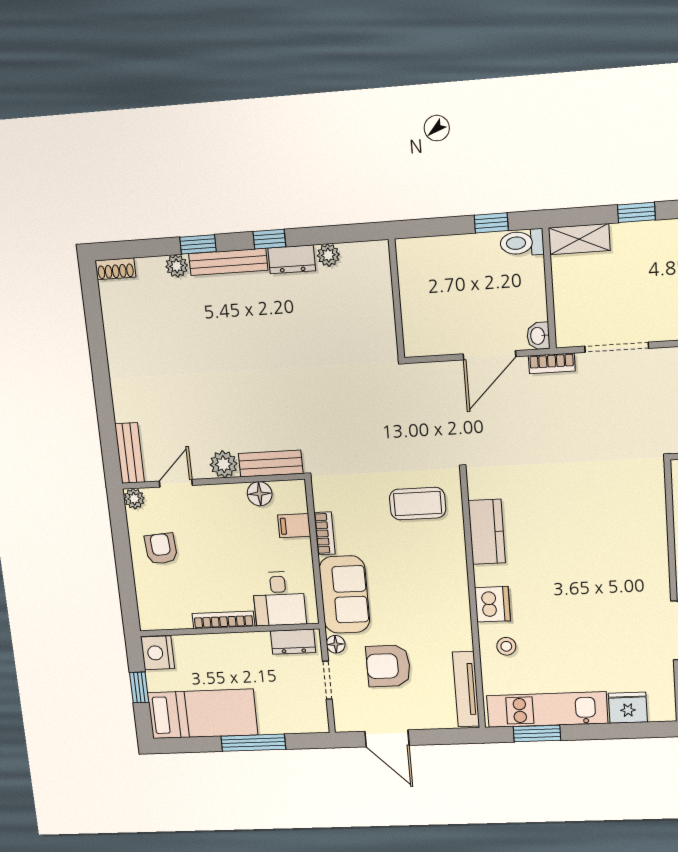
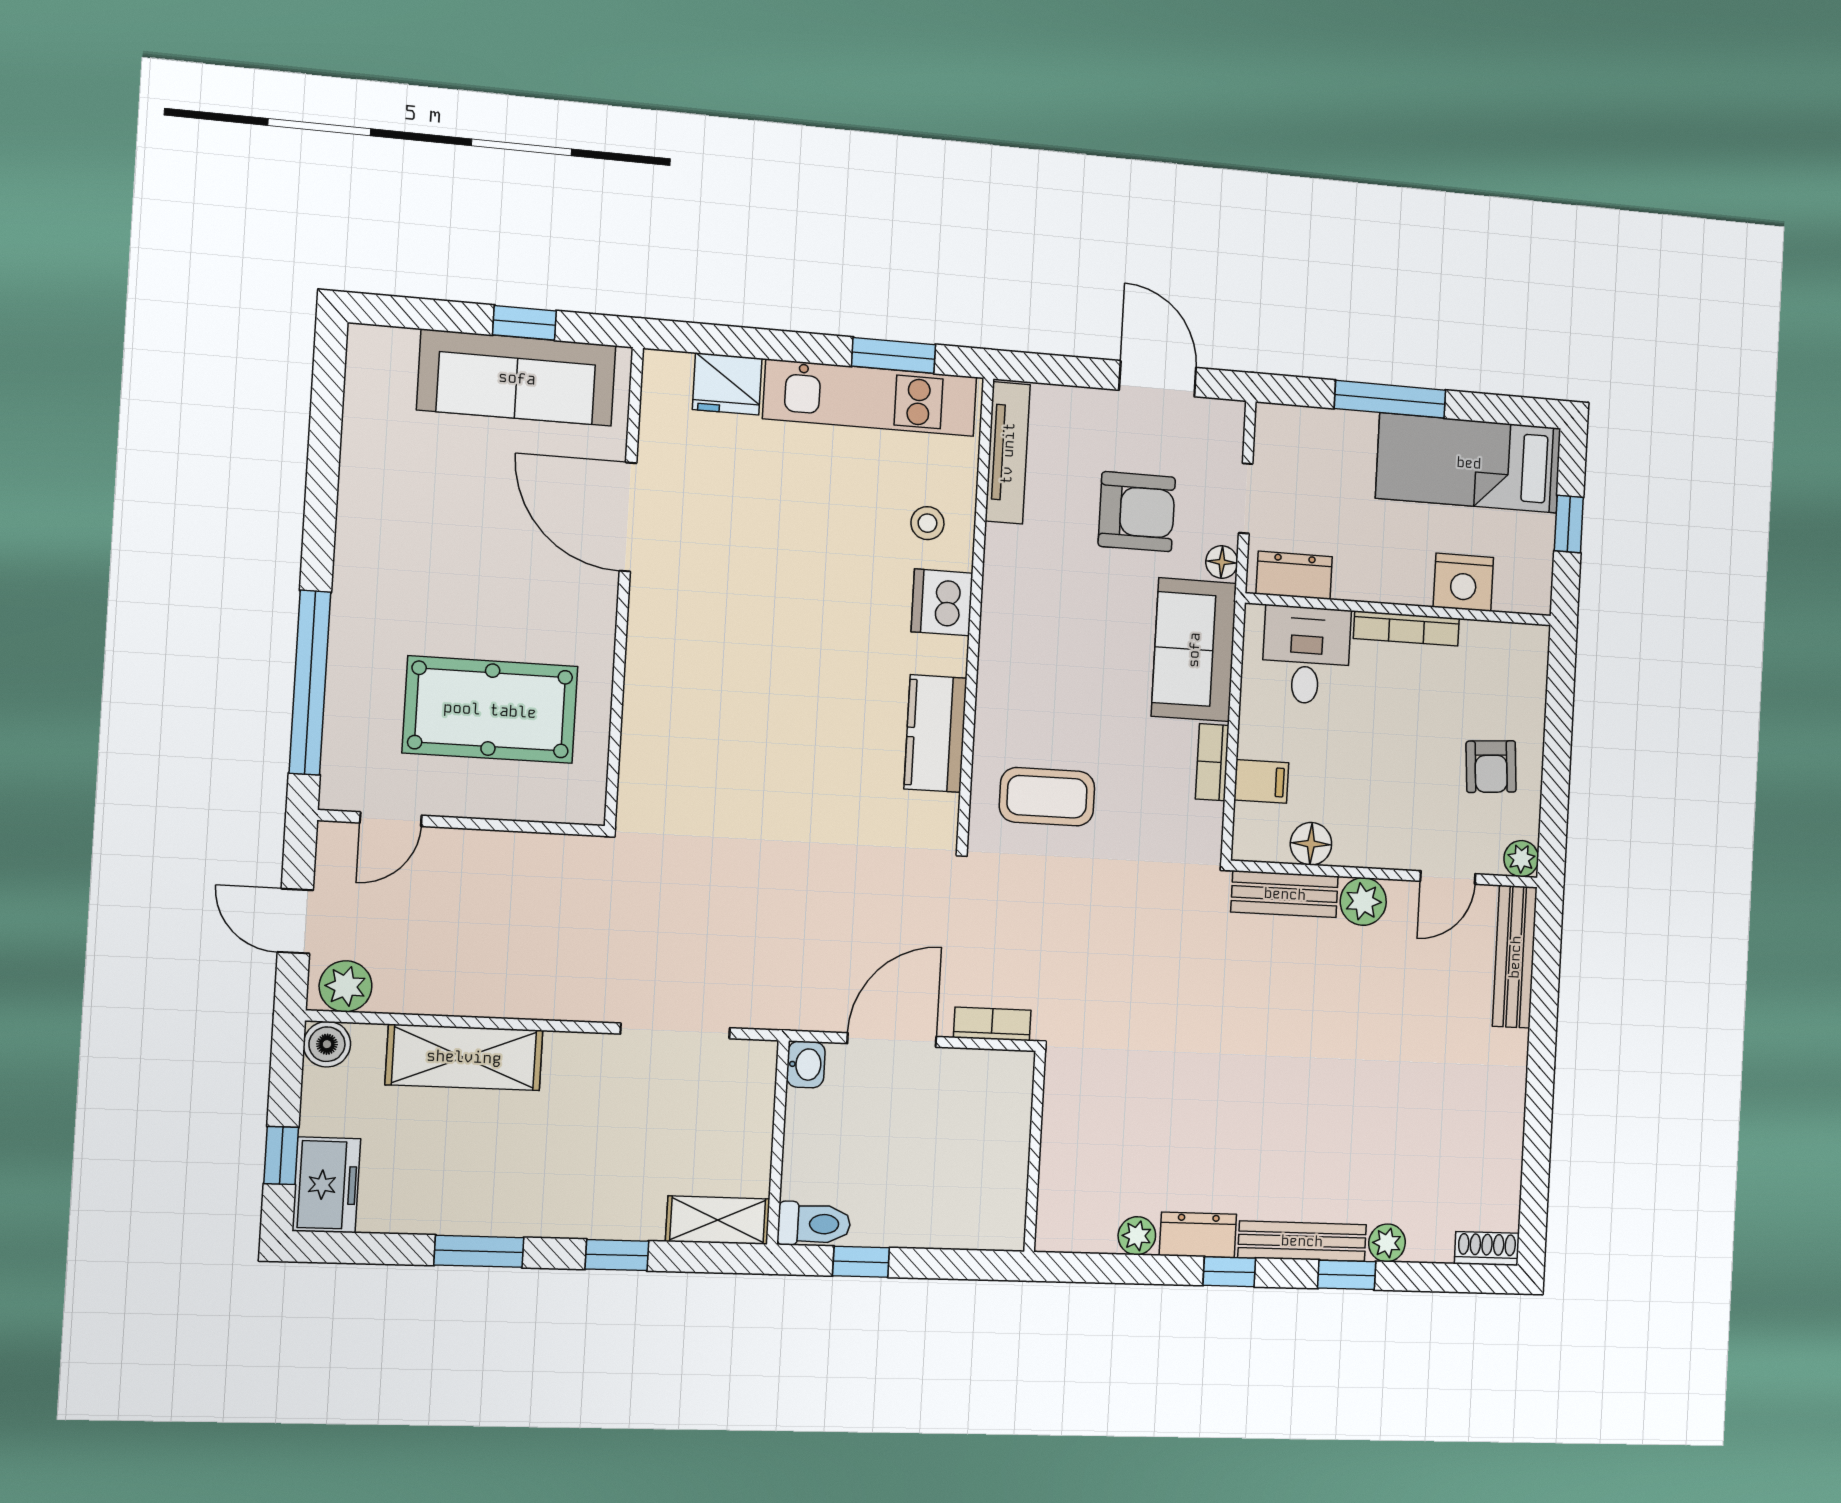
bookcase: (552, 363) -> (992, 1024), moved
bench: (130, 453) -> (1515, 957), width x1.36
nightstand: (158, 653) -> (1463, 582), moved, turned 90

